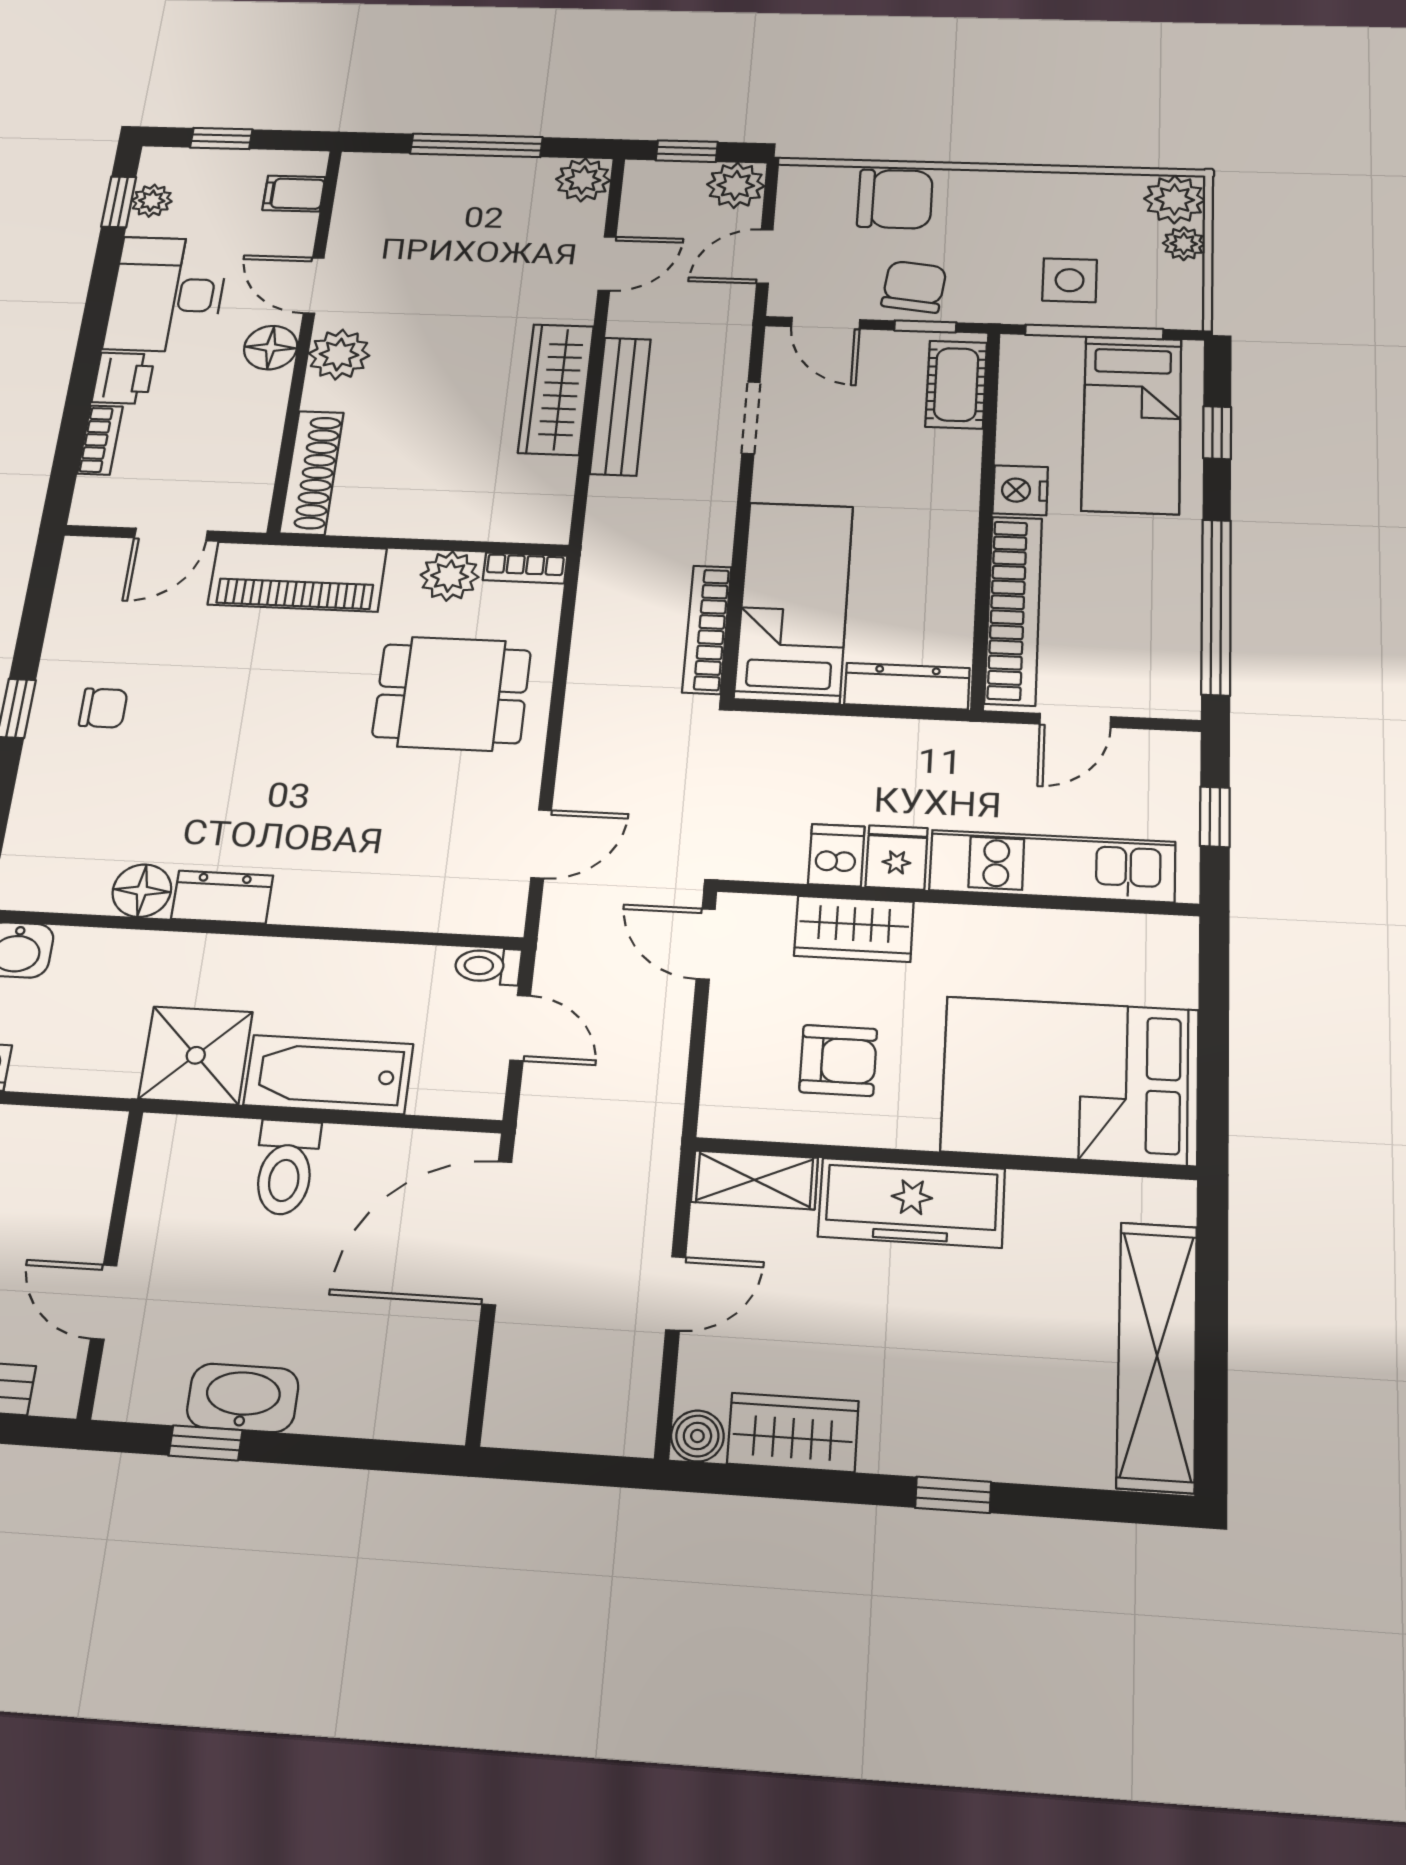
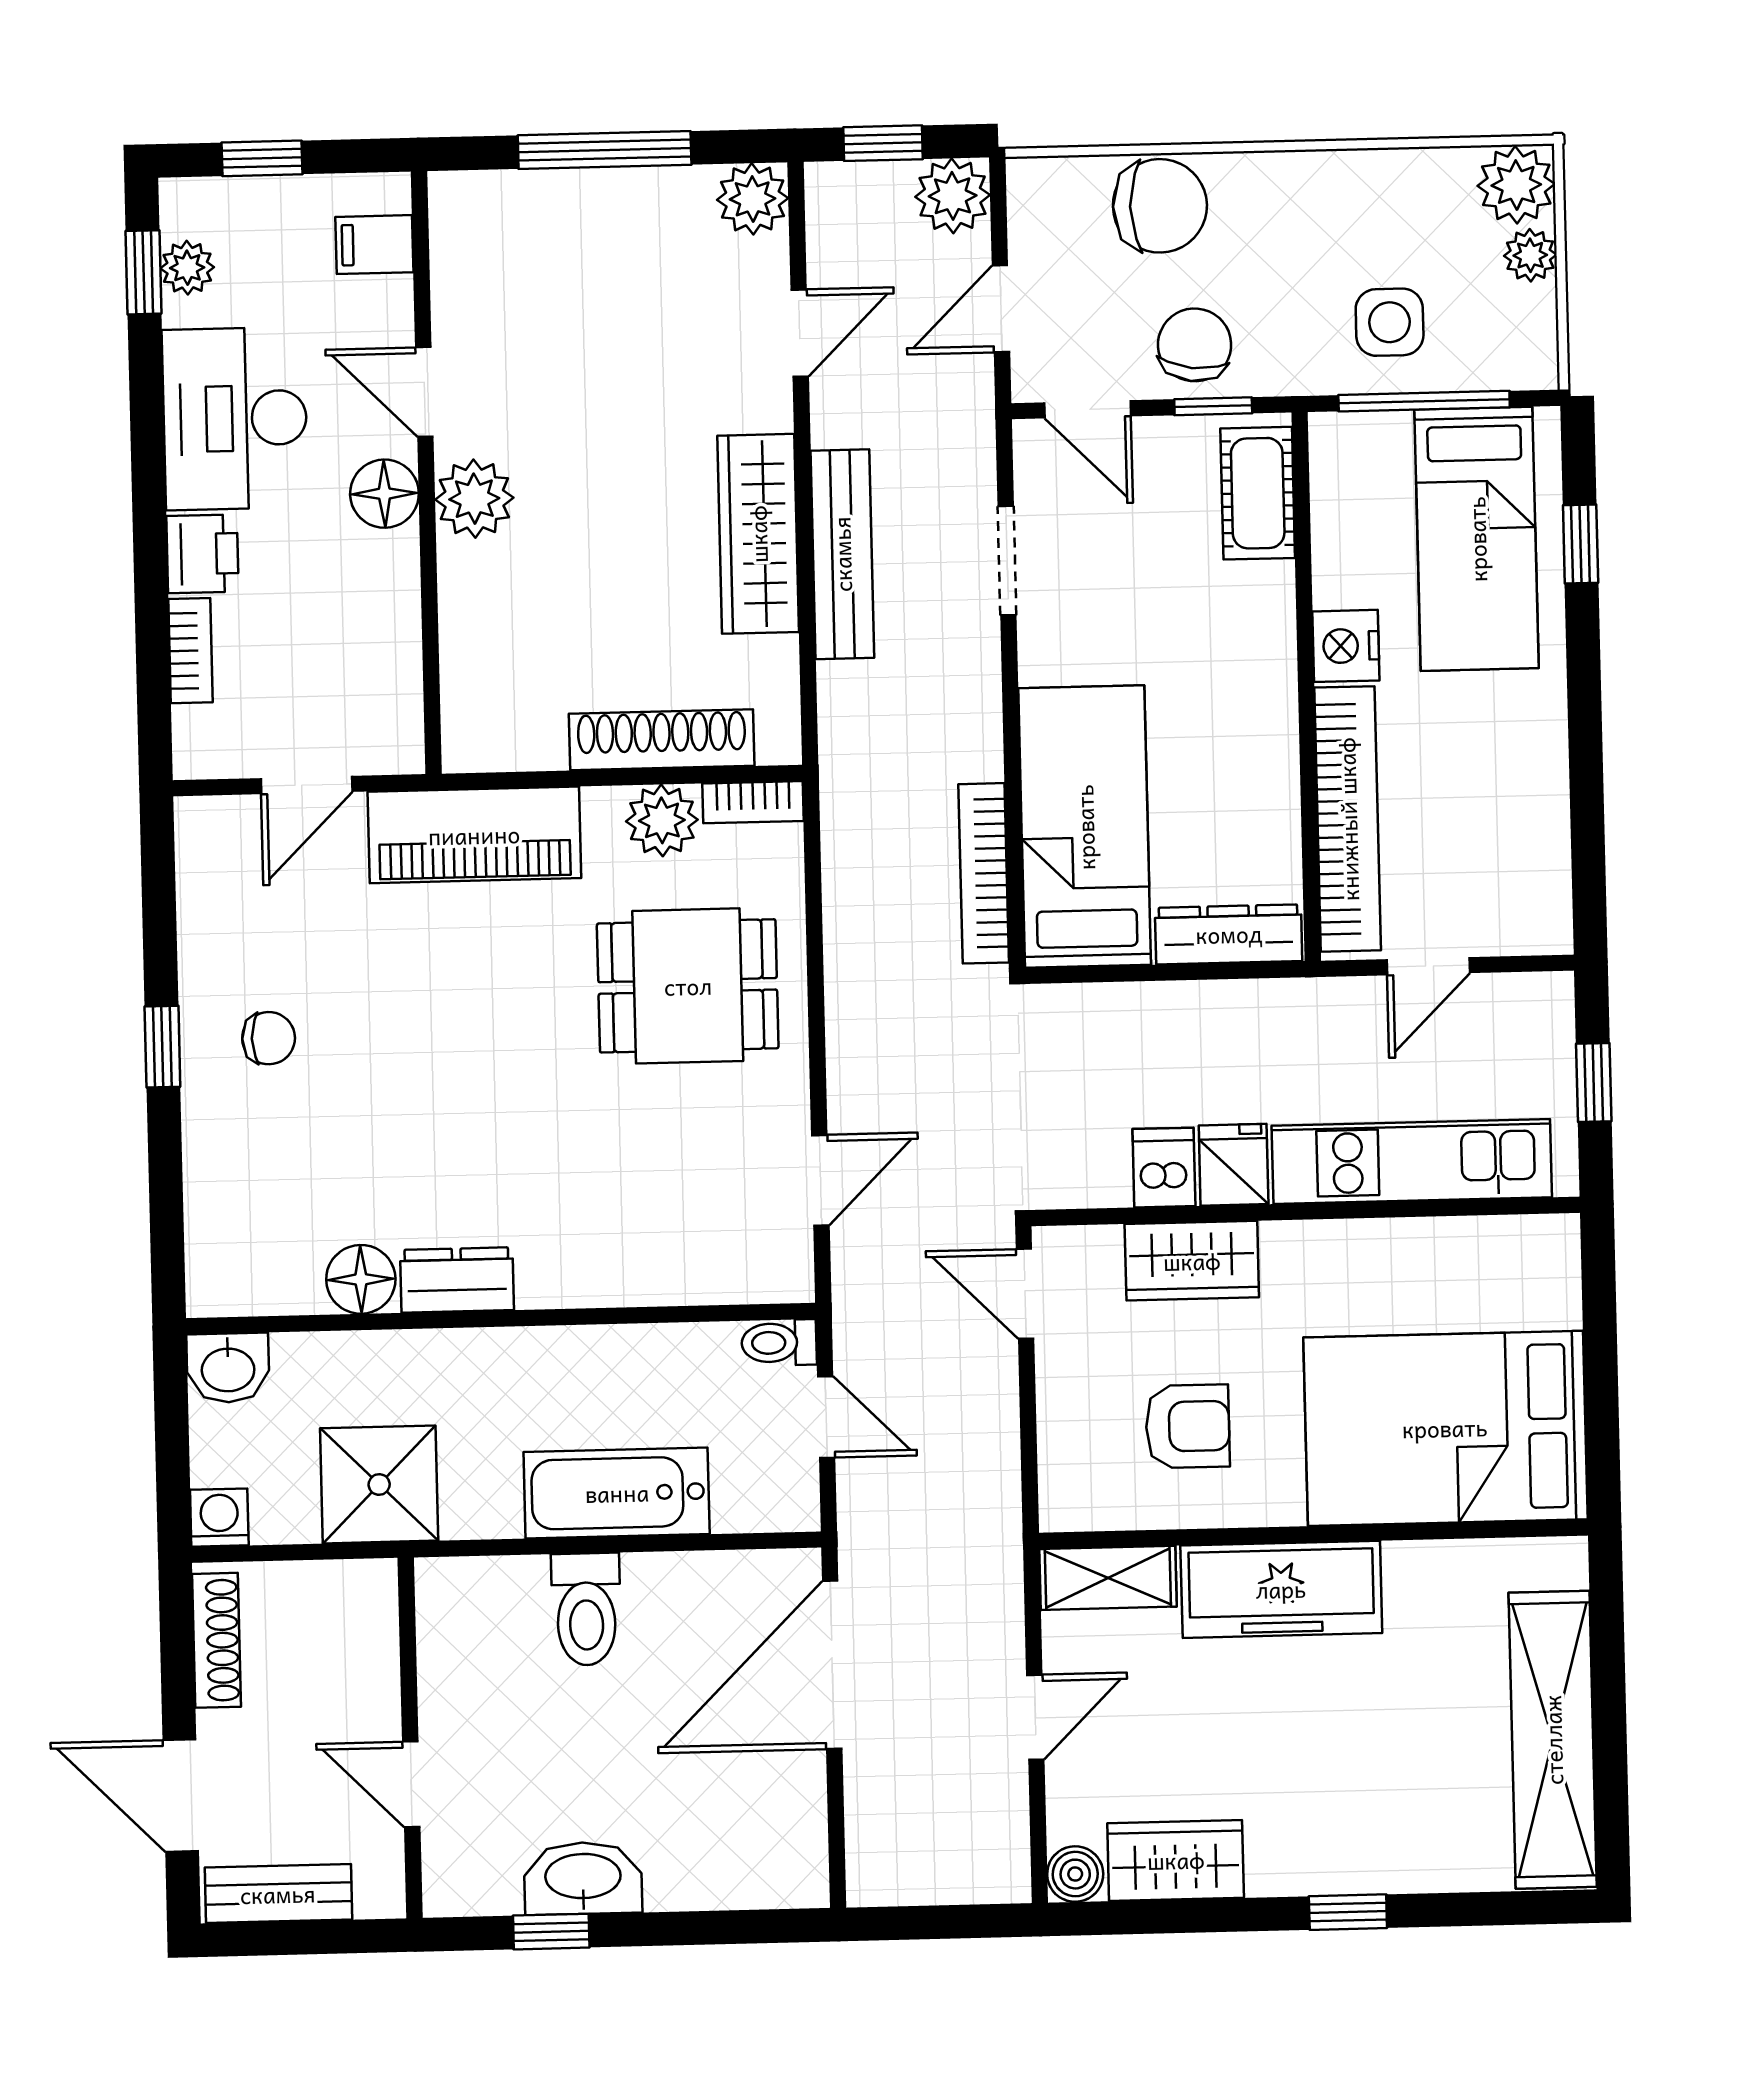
shoe rack: (312, 473) -> (662, 740), moved, turned -90
window: (1216, 607) -> (1587, 796), removed
shower: (196, 1055) -> (379, 1484), moved

